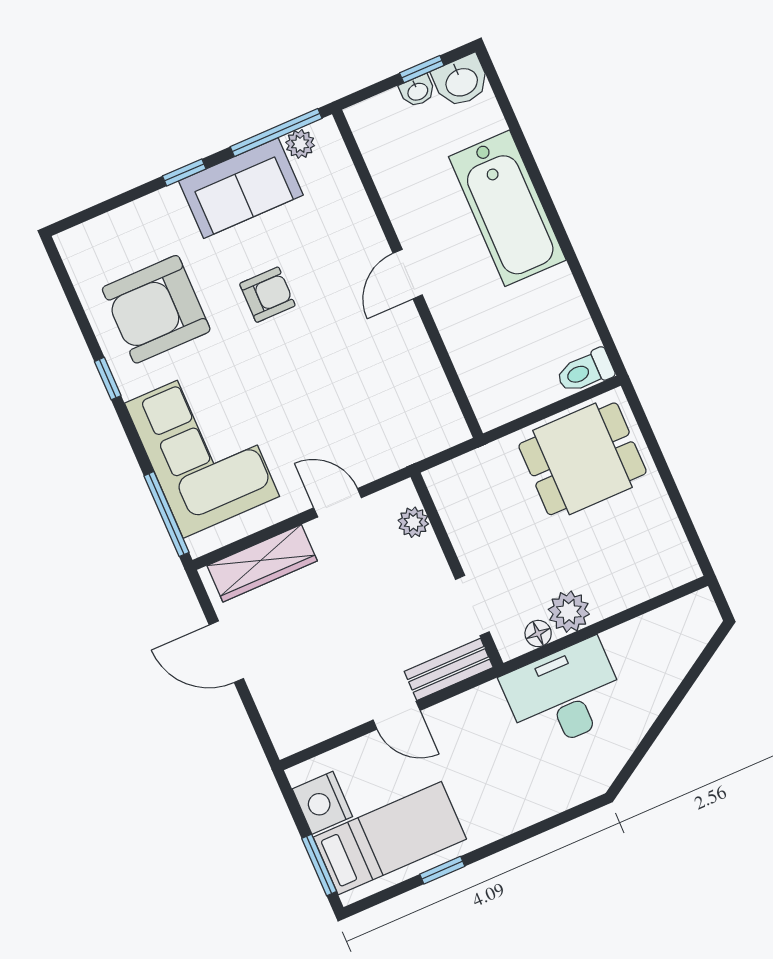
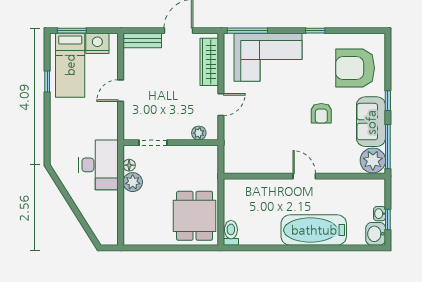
plant: (300, 144) -> (373, 160), width x1.88, depth x1.88
armchair: (156, 309) -> (355, 68), moved, turned -90
bench: (449, 669) -> (142, 40), moved, turned 90

